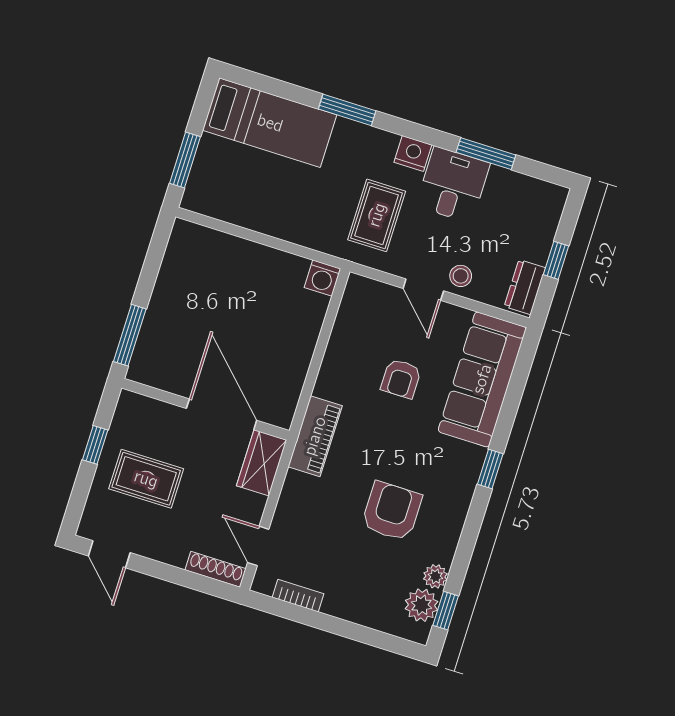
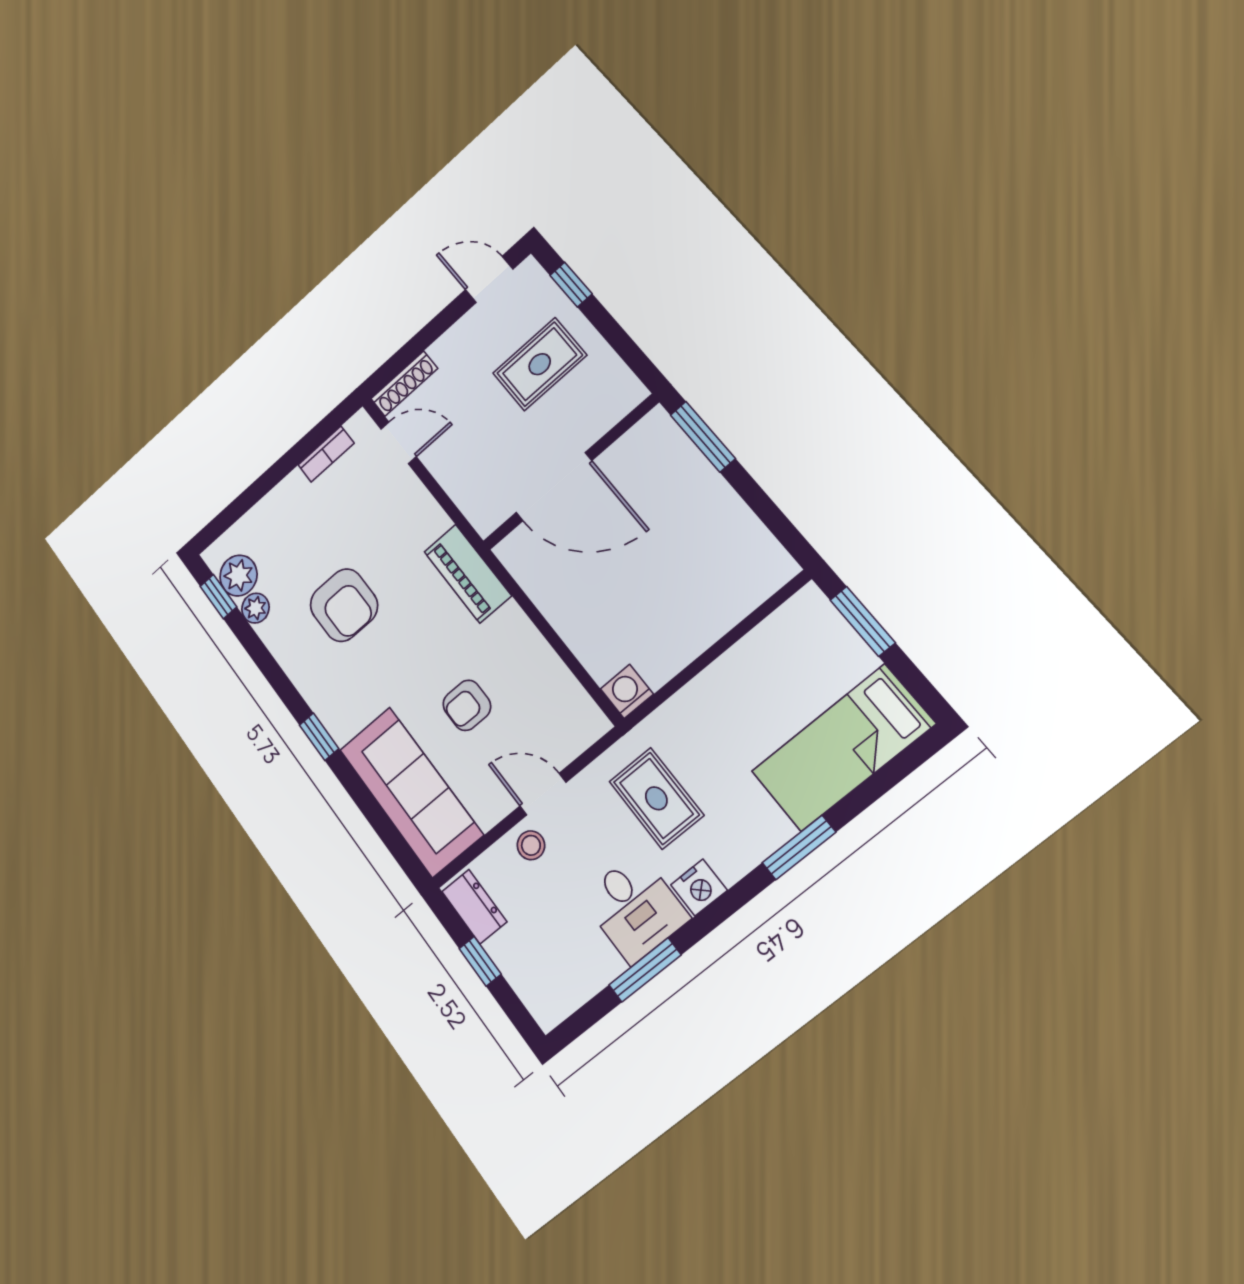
armchair: (401, 379) -> (467, 705), turned -90
window: (95, 445) -> (571, 285), moved
wardrobe: (262, 463) -> (477, 499), removed

